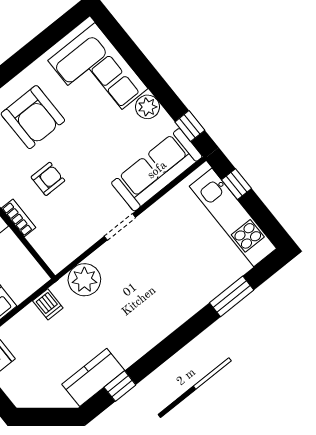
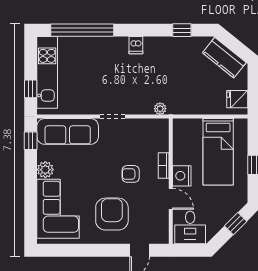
plant: (84, 280) -> (160, 109), width x0.53, depth x0.53
window: (232, 296) -> (82, 30), width x2.11
dishwasher: (48, 304) -> (136, 45), moved, turned 180
kitchen counter: (93, 377) -> (224, 58), moved, turned 39

